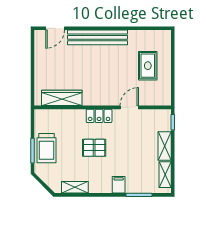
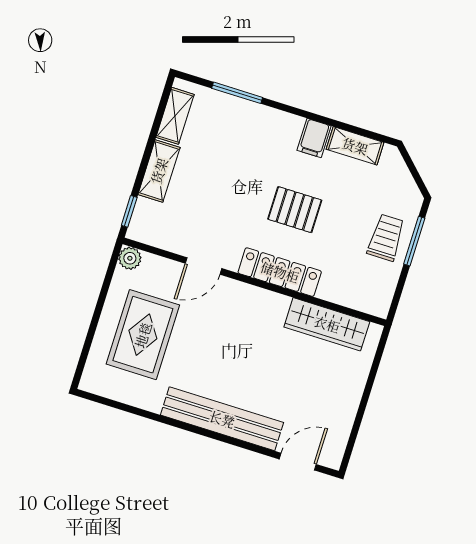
rug: (148, 66) -> (143, 335), width x1.36, depth x1.43
plant: (165, 100) -> (130, 258), added
locker: (99, 116) -> (280, 272), width x1.53
trolley: (46, 148) -> (386, 238), width x0.73, depth x0.72
filing cabinet: (119, 185) -> (314, 138), moved

